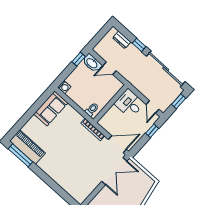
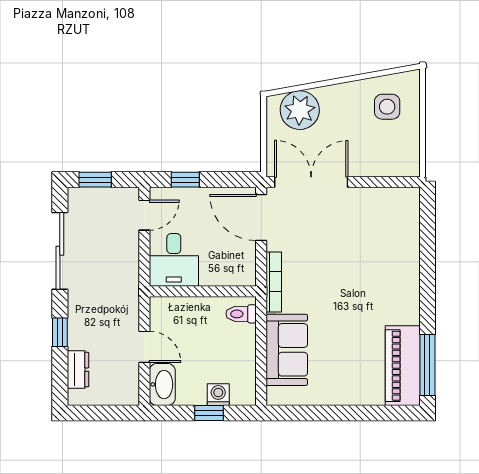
window: (79, 59) -> (209, 413), moved
sliding door: (166, 69) -> (60, 251), width x0.73
washing machine: (64, 87) -> (218, 395), moved
sofa: (51, 108) -> (287, 350), moved, turned 90
plant: (141, 189) -> (300, 110), added

